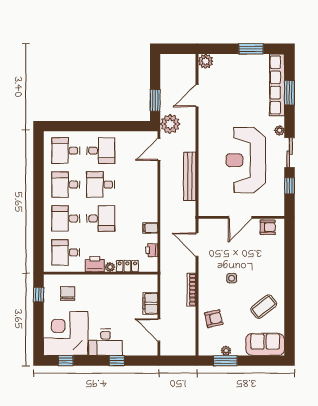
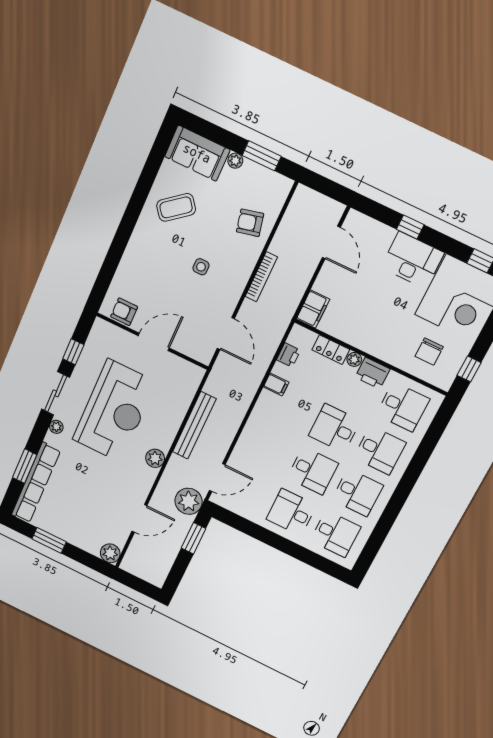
plant: (205, 142) -> (155, 458), added
filing cabinet: (150, 303) -> (313, 309), moved
plant: (226, 351) -> (235, 161), moved

